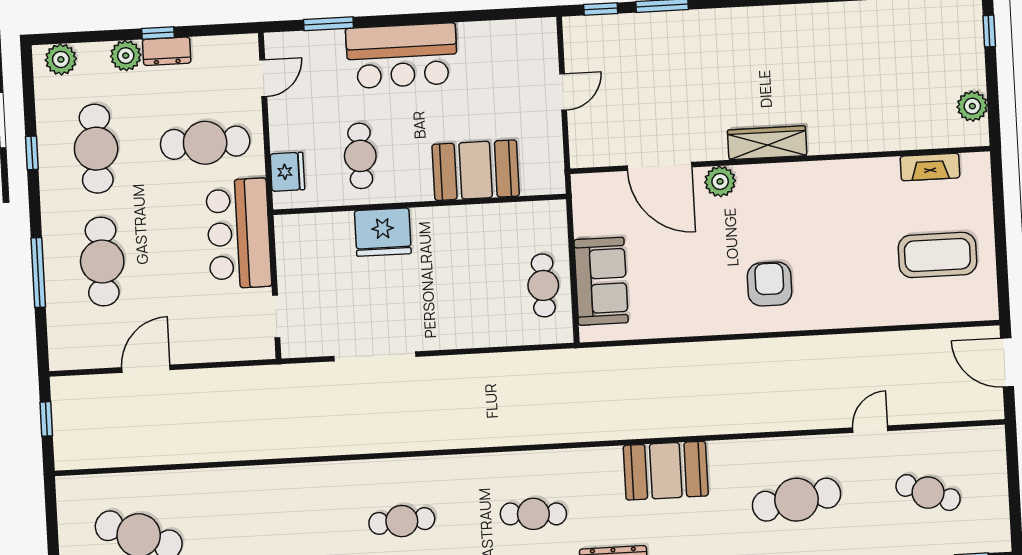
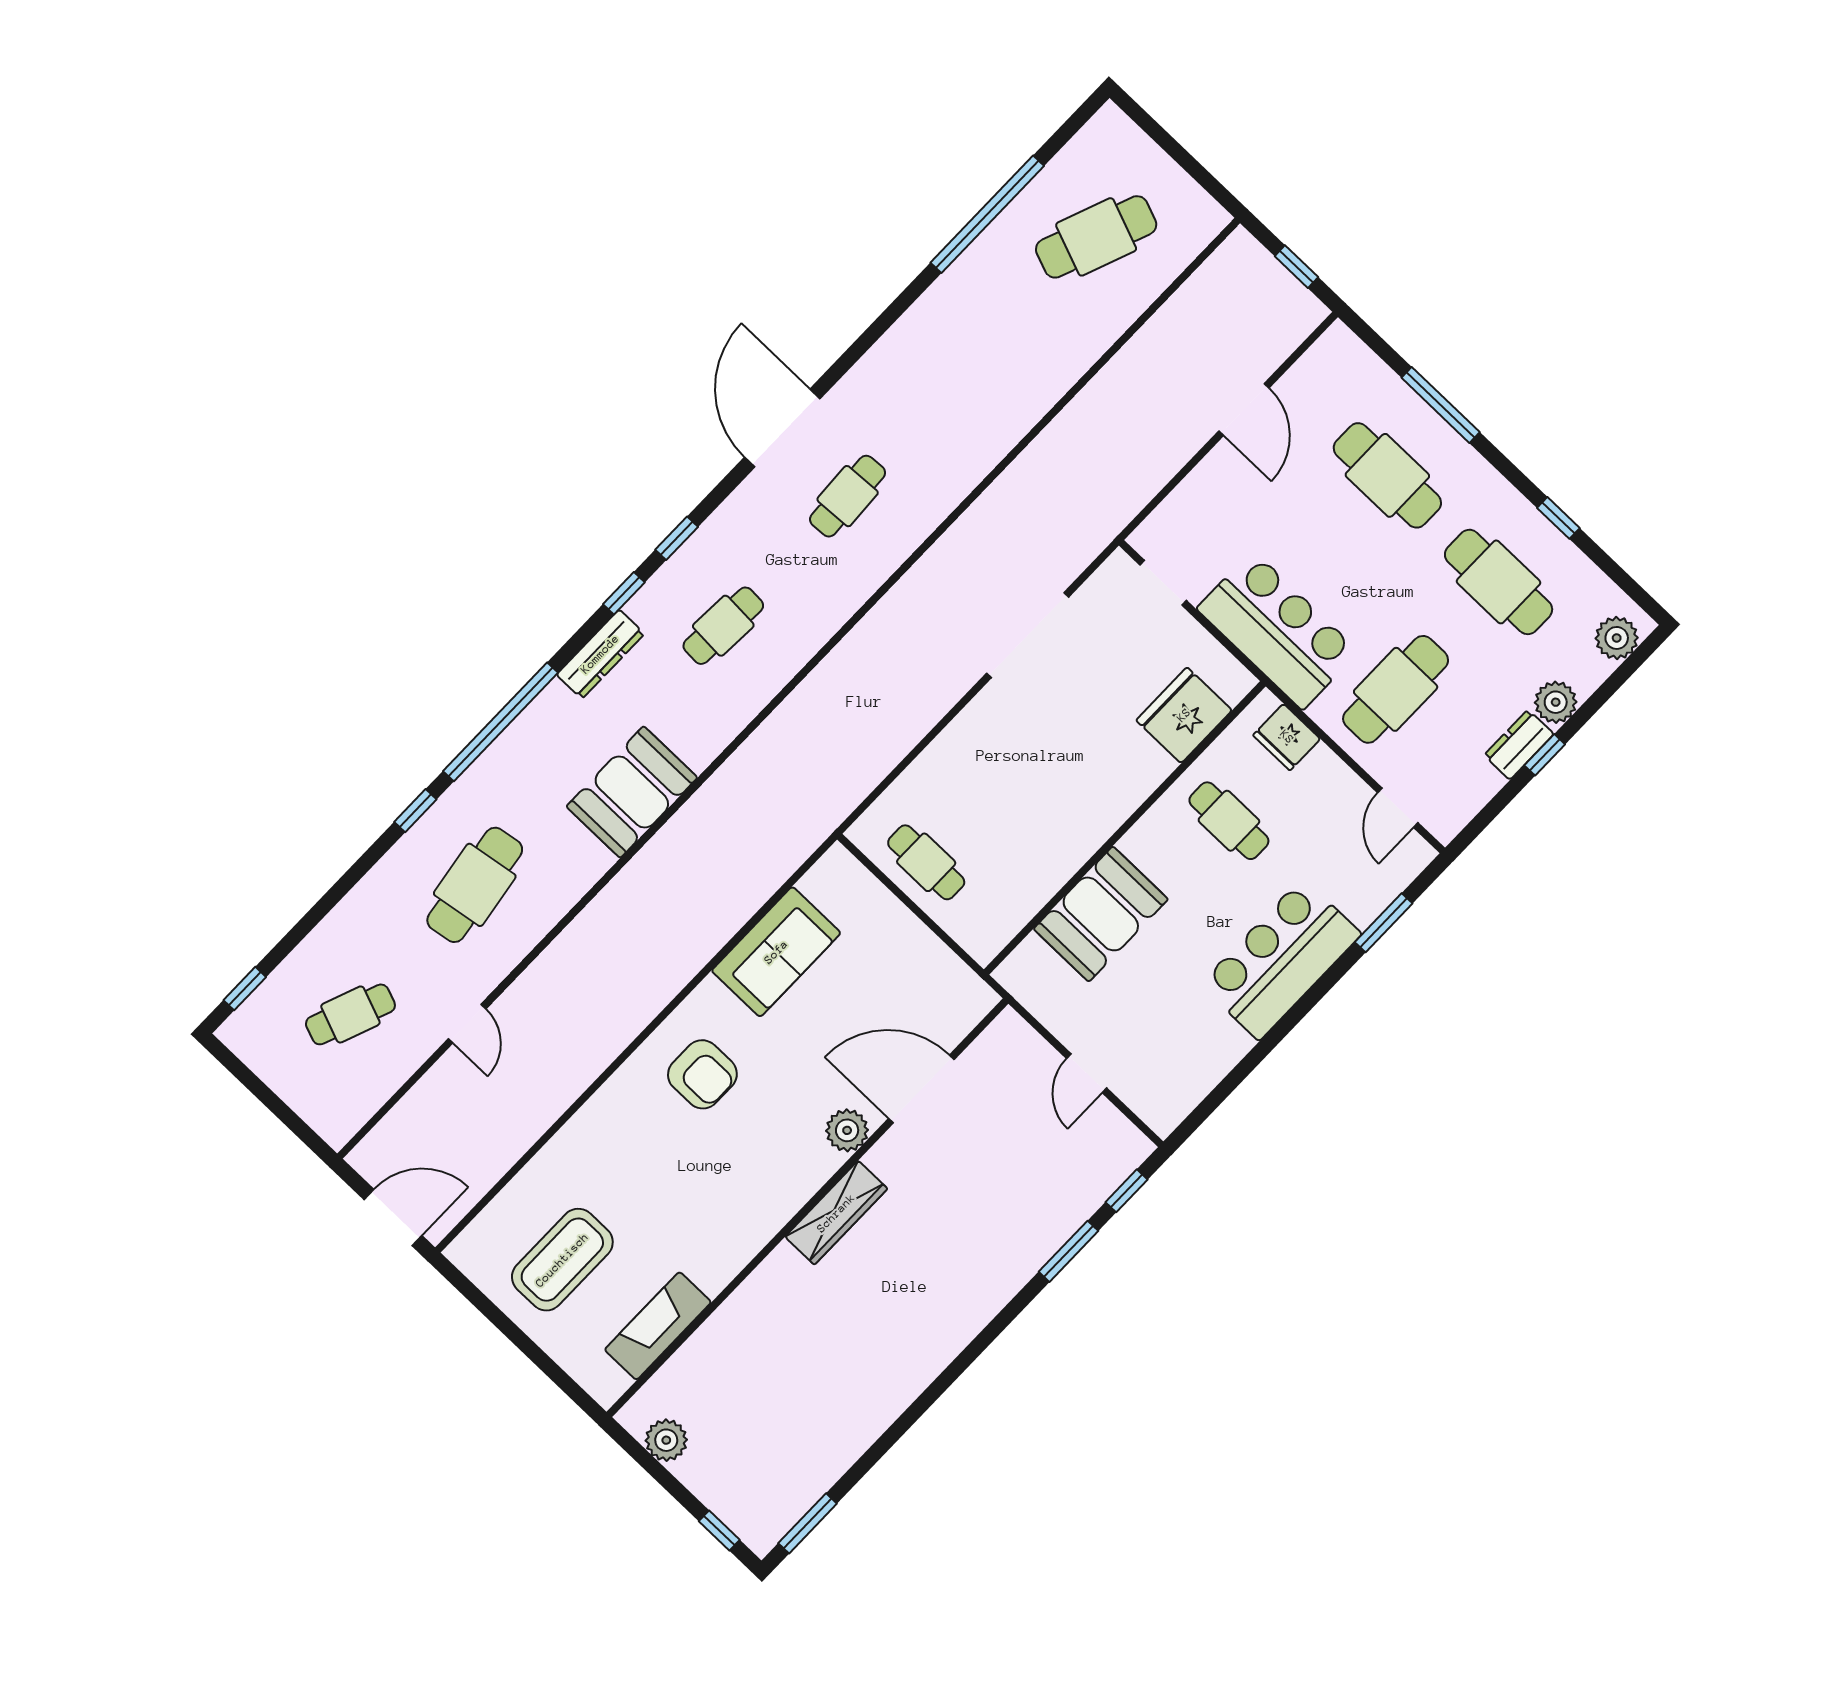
fireplace: (930, 167) -> (658, 1326), width x1.37, depth x1.32
fridge: (383, 232) -> (1184, 715), moved
sofa: (601, 281) -> (776, 952), moved, turned -90

